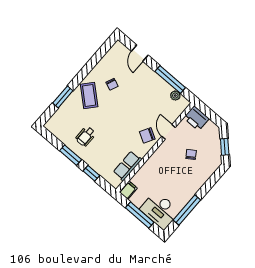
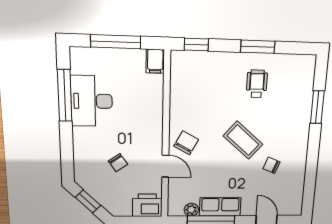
coffee table: (89, 95) -> (243, 140), moved
row of seats: (127, 166) -> (220, 207), moved, turned -90
window: (91, 173) -> (196, 45), moved
desk: (160, 210) -> (92, 101), moved, turned -90

